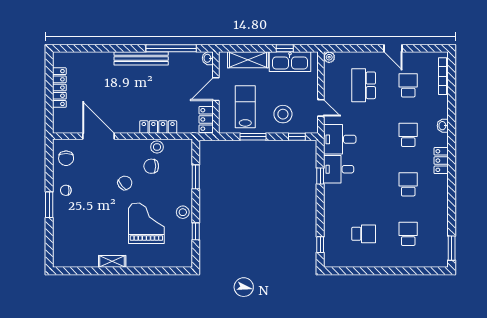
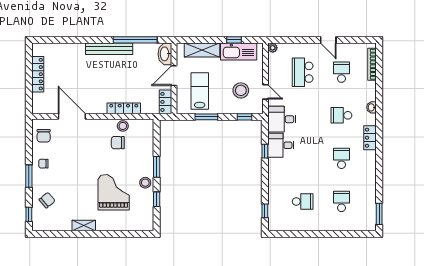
washbasin: (208, 58) -> (165, 54), width x1.91, depth x1.45
stool: (283, 114) -> (241, 90), moved
school desk: (408, 135) -> (341, 115), turned -90
window: (196, 177) -> (157, 167), moved
chair: (125, 183) -> (47, 200), moved
window: (49, 249) -> (29, 214), added

